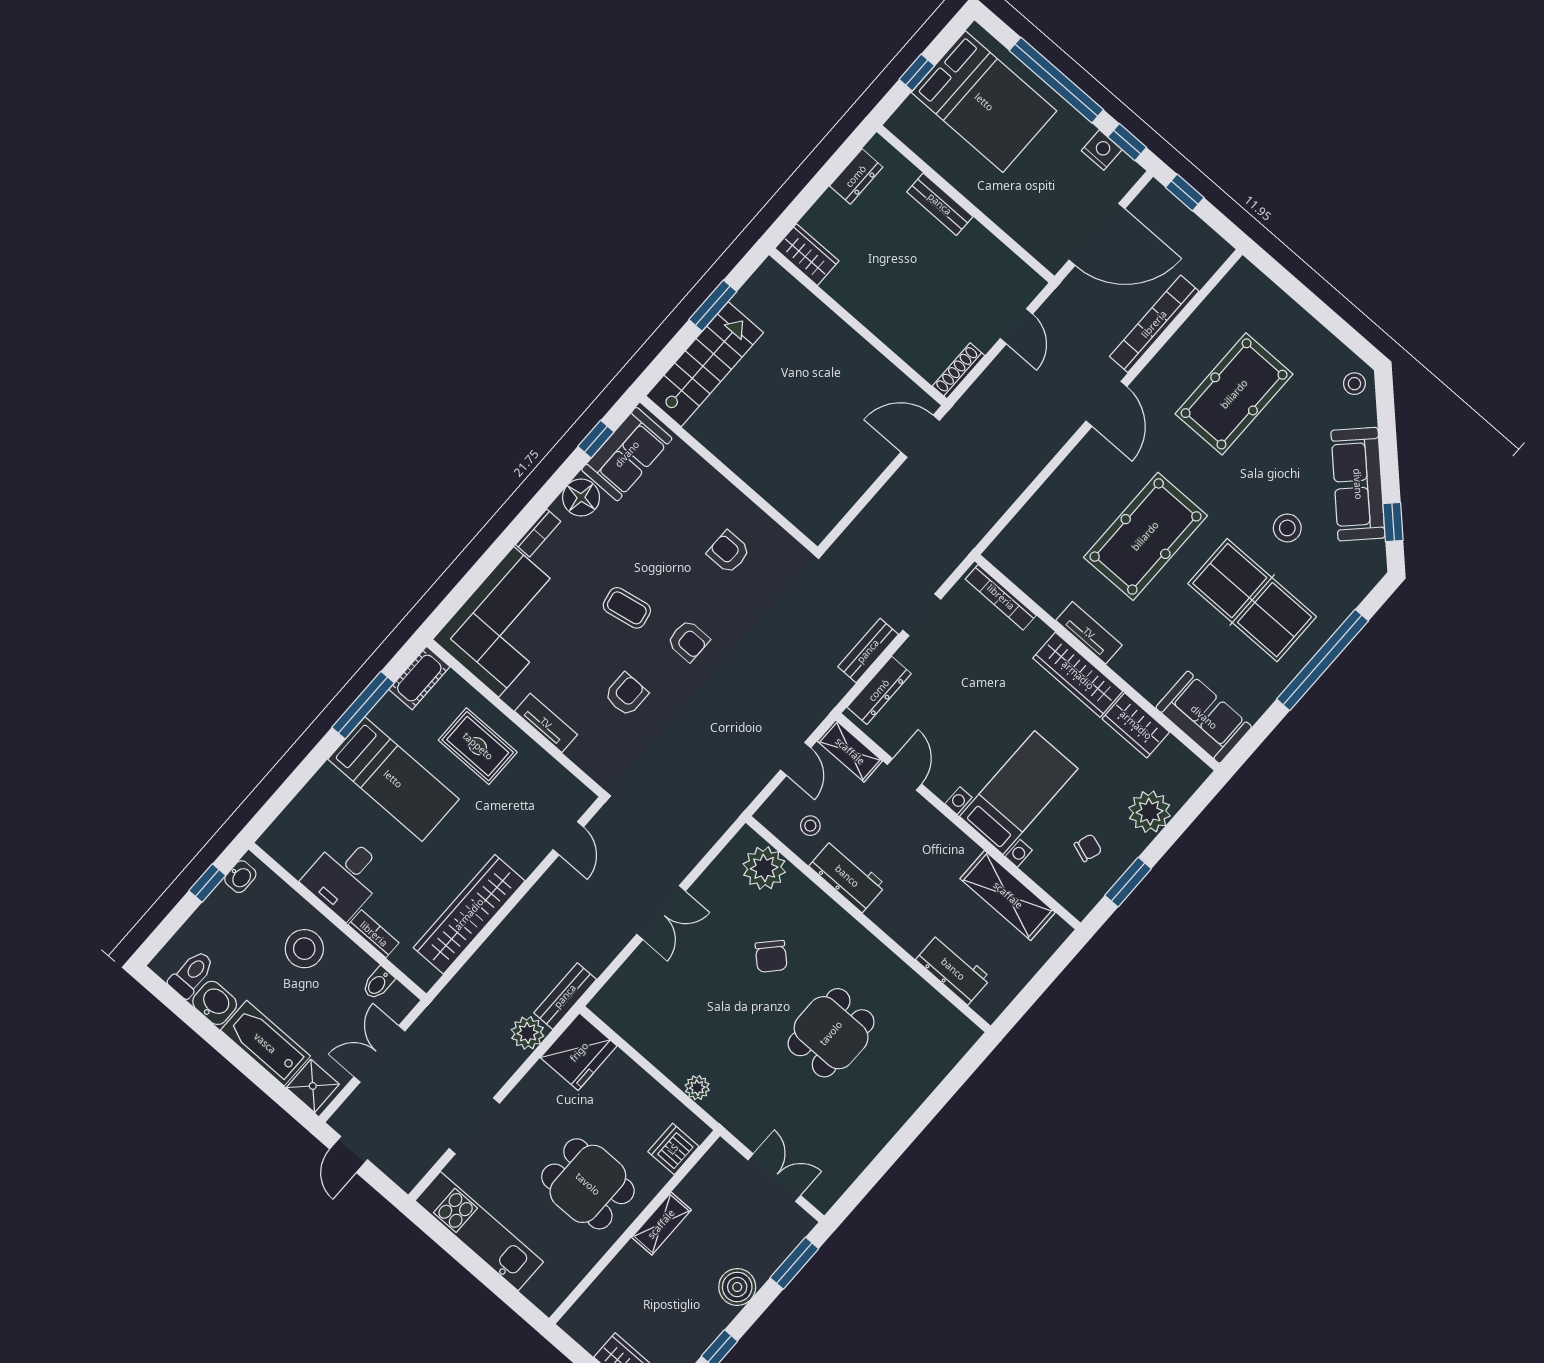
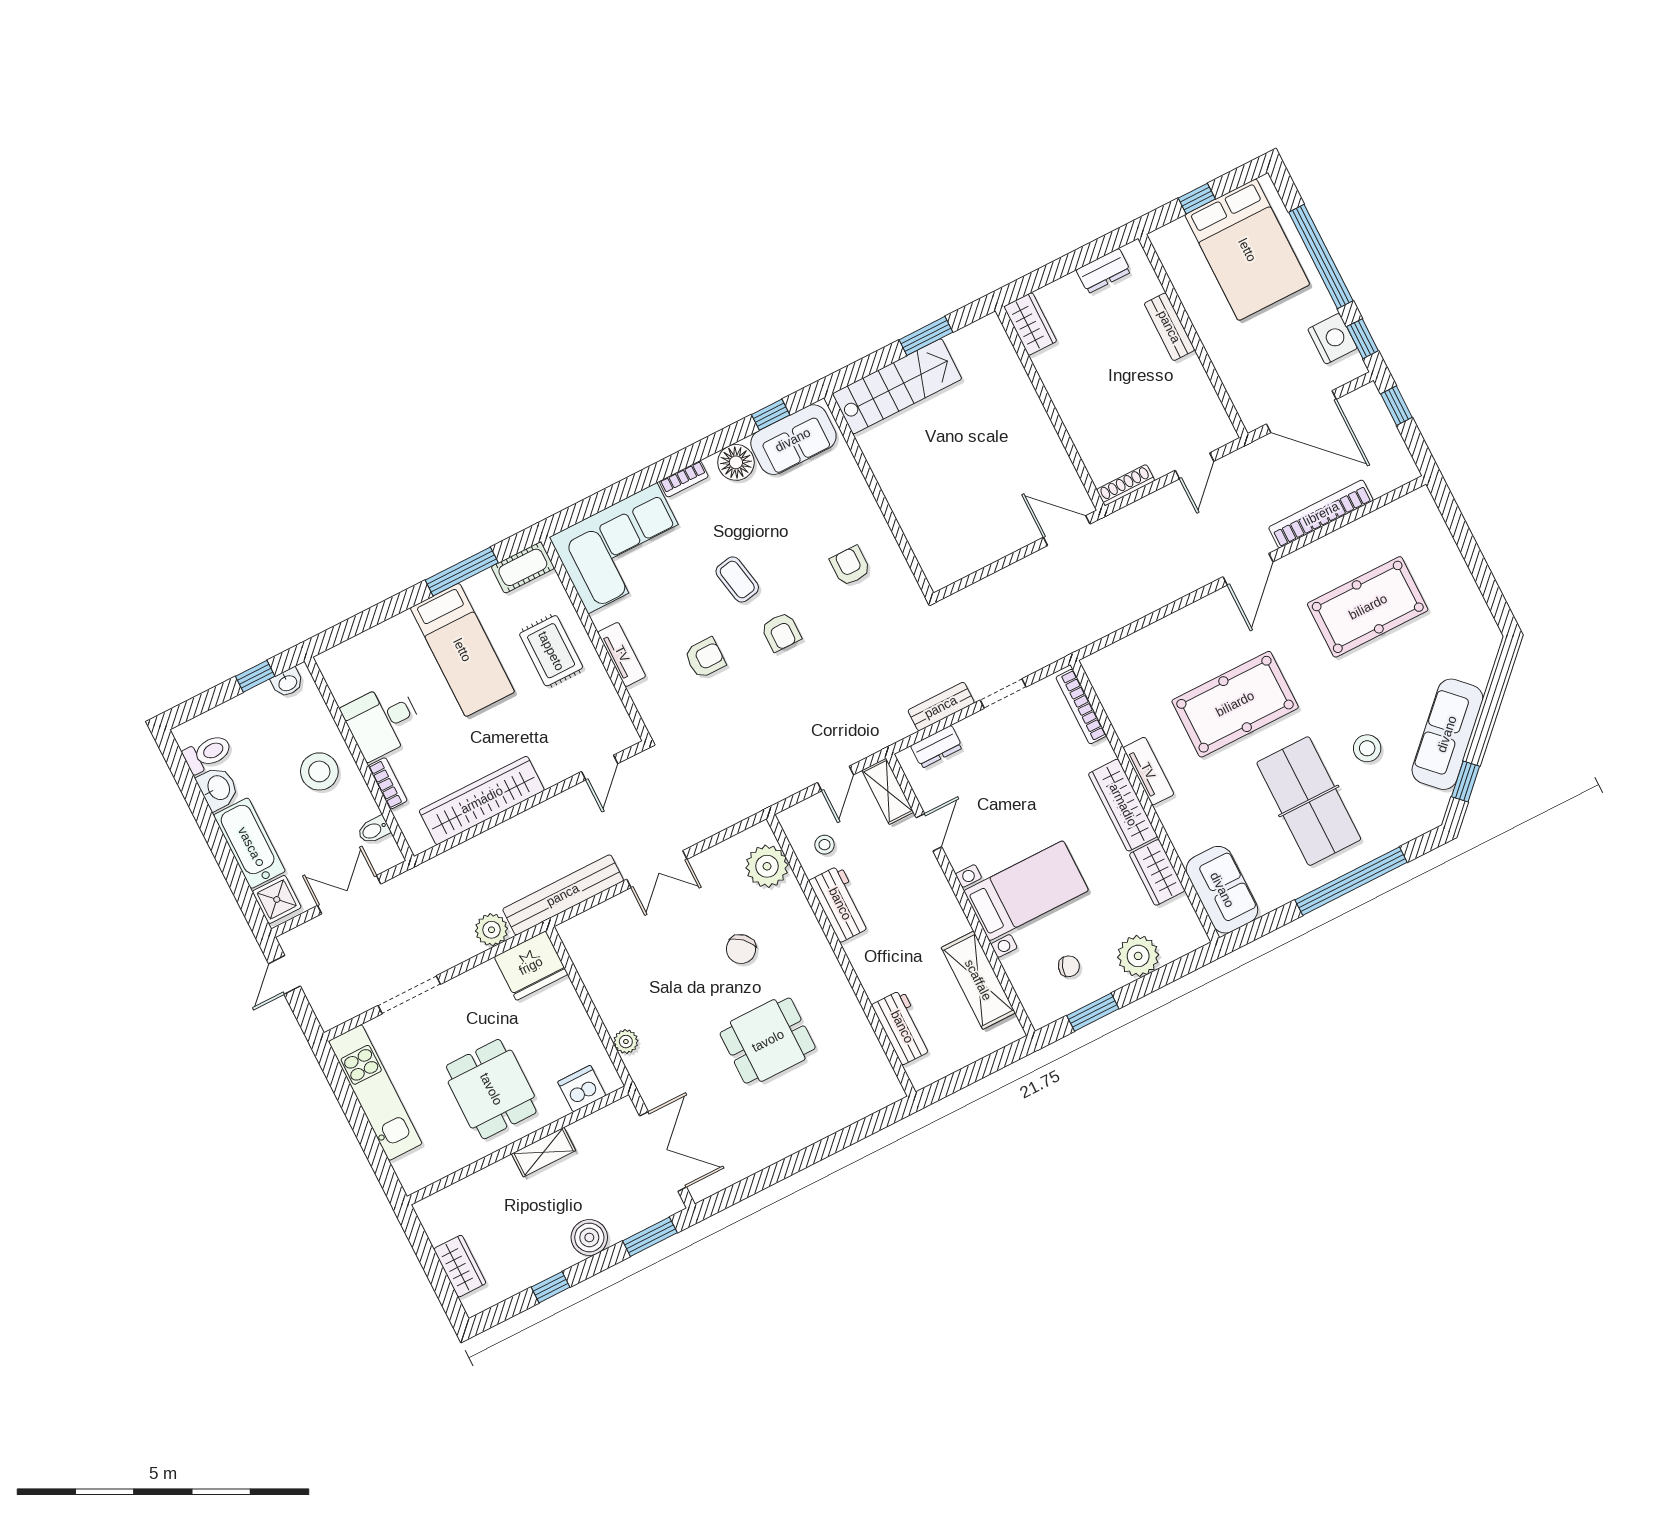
nightstand: (1102, 150) -> (1332, 339), width x1.36, depth x1.33
stool: (1354, 384) -> (1481, 642), removed
dresser: (879, 690) -> (937, 747), width x0.70
bench: (565, 996) -> (563, 895), width x1.86, depth x1.21
double door: (774, 1178) -> (663, 1152), width x1.37

